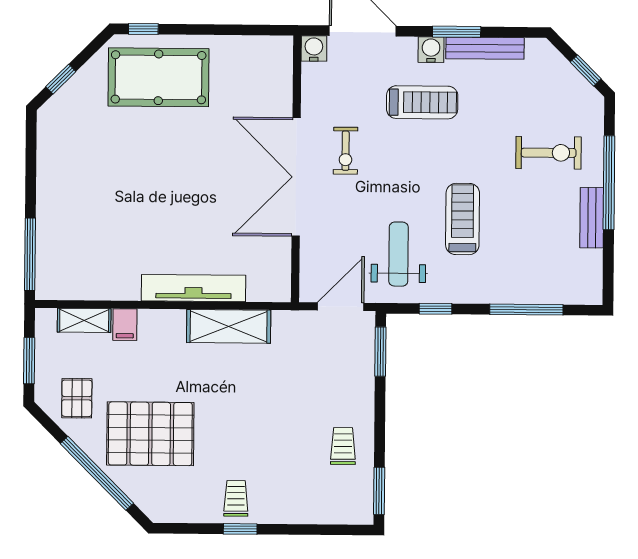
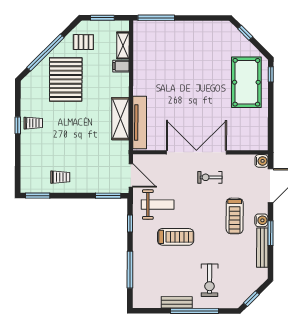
tv unit: (194, 288) -> (140, 122), moved

